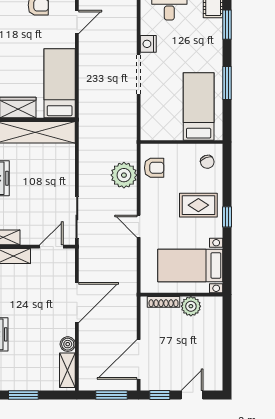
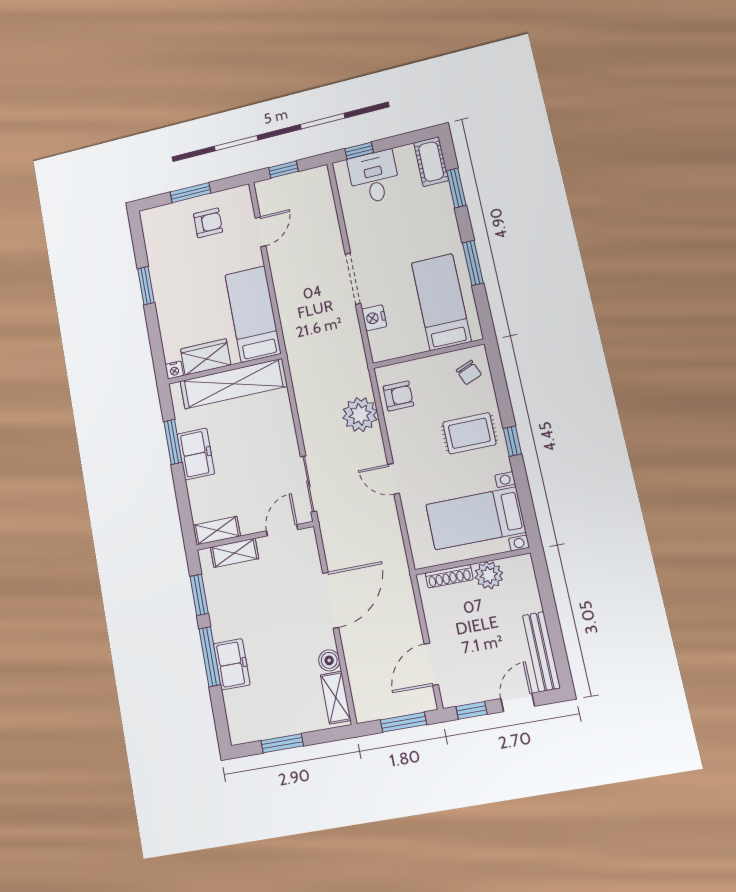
nightstand: (148, 44) -> (374, 318), moved
door: (139, 359) -> (431, 664), width x0.73
bench: (215, 364) -> (541, 652), added

